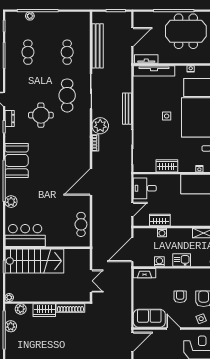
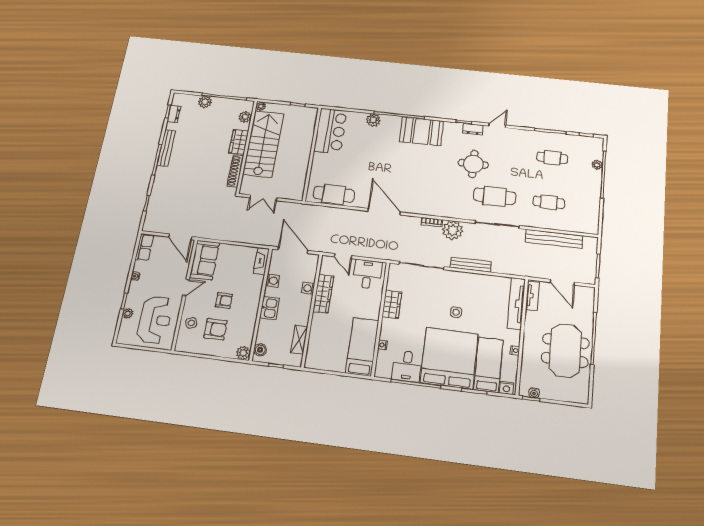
wardrobe: (160, 220) -> (323, 294), width x1.50
cafe table: (81, 224) -> (334, 194), width x1.37, depth x1.35
stairs: (34, 261) -> (263, 144), moved, turned 180
plant: (11, 326) -> (205, 102), moved

